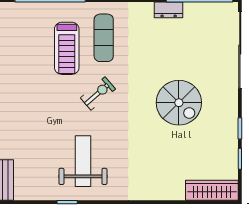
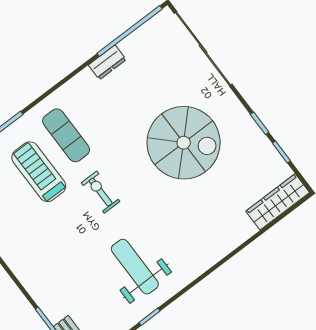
treadmill: (67, 48) -> (39, 172), turned 180
exercise bike: (98, 94) -> (101, 192), turned -49
spiral stairs: (179, 103) -> (184, 143), width x1.37, depth x1.37

